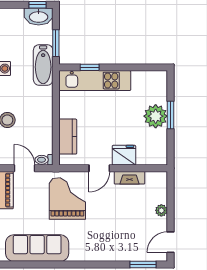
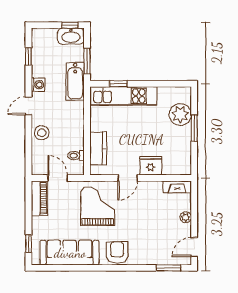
plant: (156, 116) -> (180, 115), moved
toilet: (44, 160) -> (76, 156), moved
fireplace: (129, 178) -> (177, 187), moved
armchair: (88, 248) -> (117, 252), added

